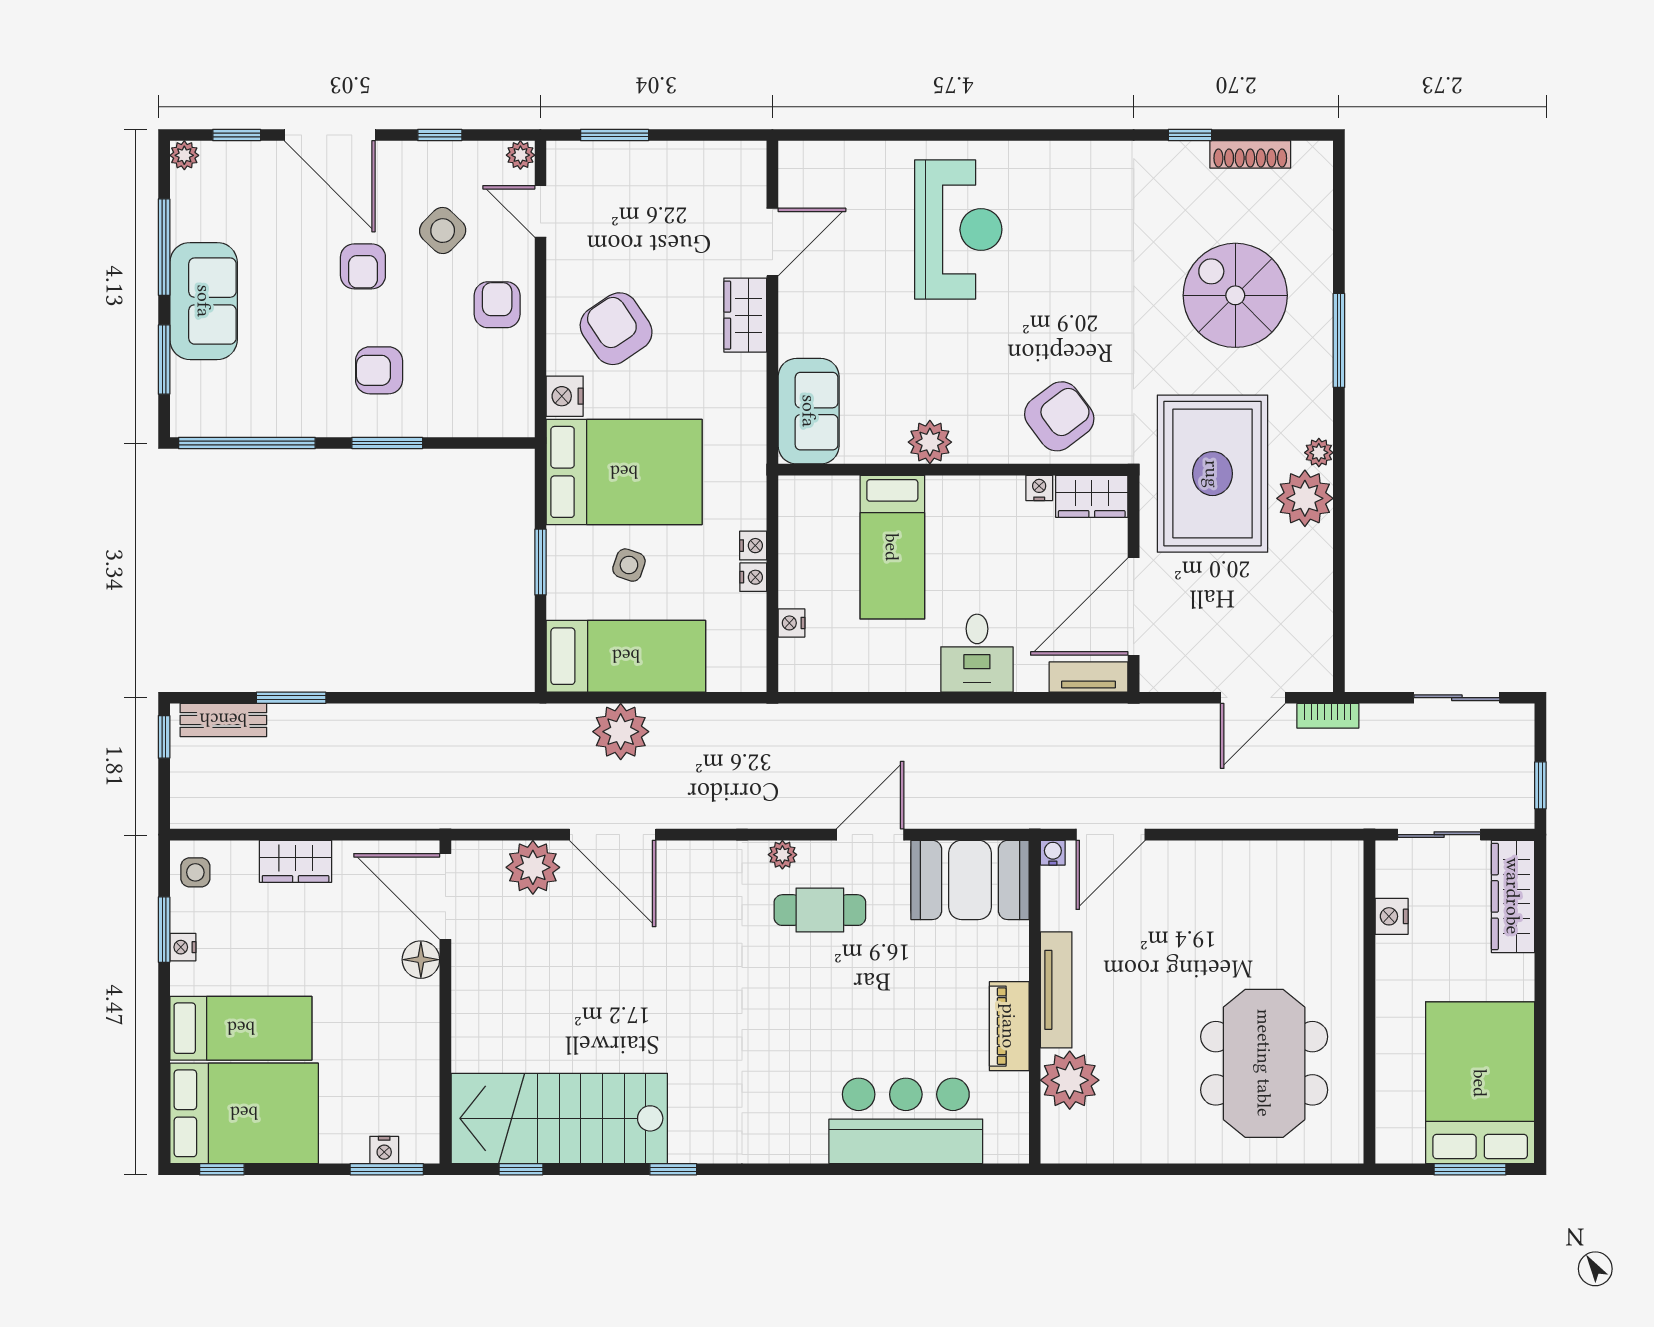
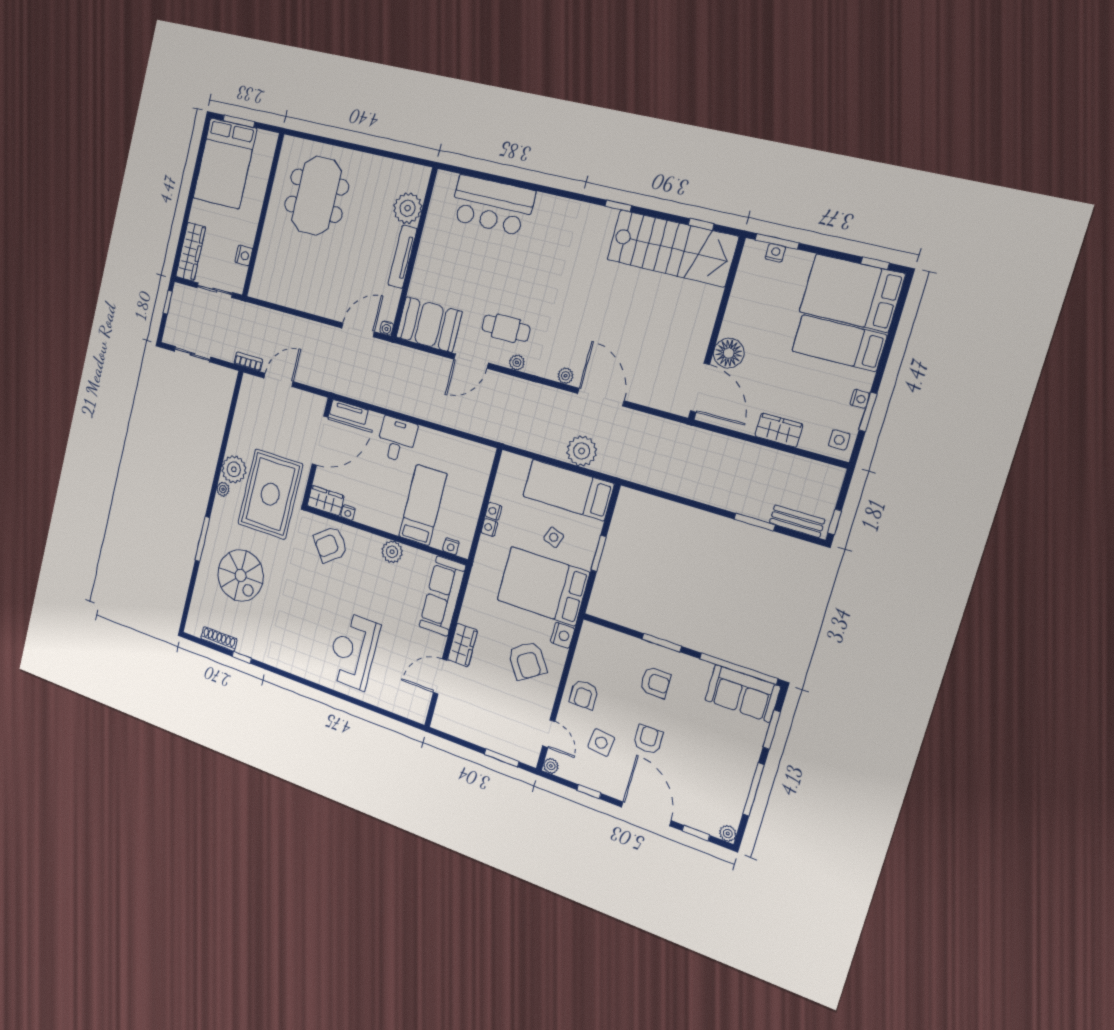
side table: (443, 231) -> (601, 743), turned -38
sofa: (204, 301) -> (743, 693), moved, turned -90
sofa: (809, 411) -> (442, 596), width x1.36
nightstand: (791, 623) -> (451, 546), moved, turned 90
plant: (533, 867) -> (566, 376), moved, width x0.53, depth x0.53
floor lamp: (421, 960) -> (729, 353), width x1.38, depth x1.38
piano: (1009, 1026) -> (429, 244), removed

